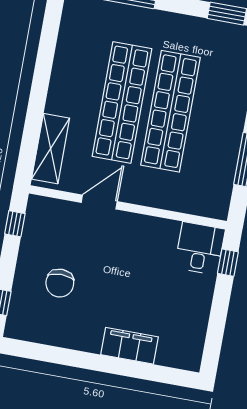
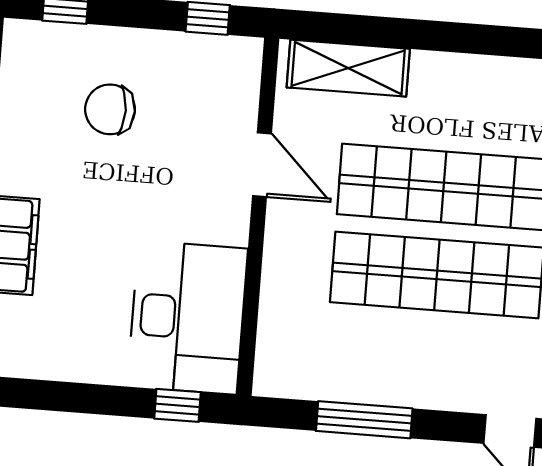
desk: (200, 248) -> (188, 318), width x1.87, depth x1.30

